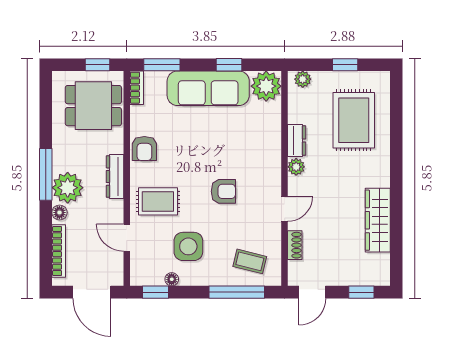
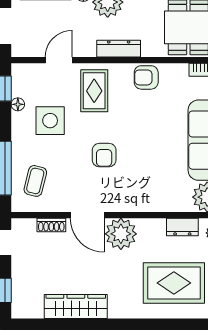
dresser: (297, 141) -> (182, 227), moved
plant: (296, 167) -> (121, 234), width x1.88, depth x1.88
door: (285, 209) -> (87, 215), width x1.38

